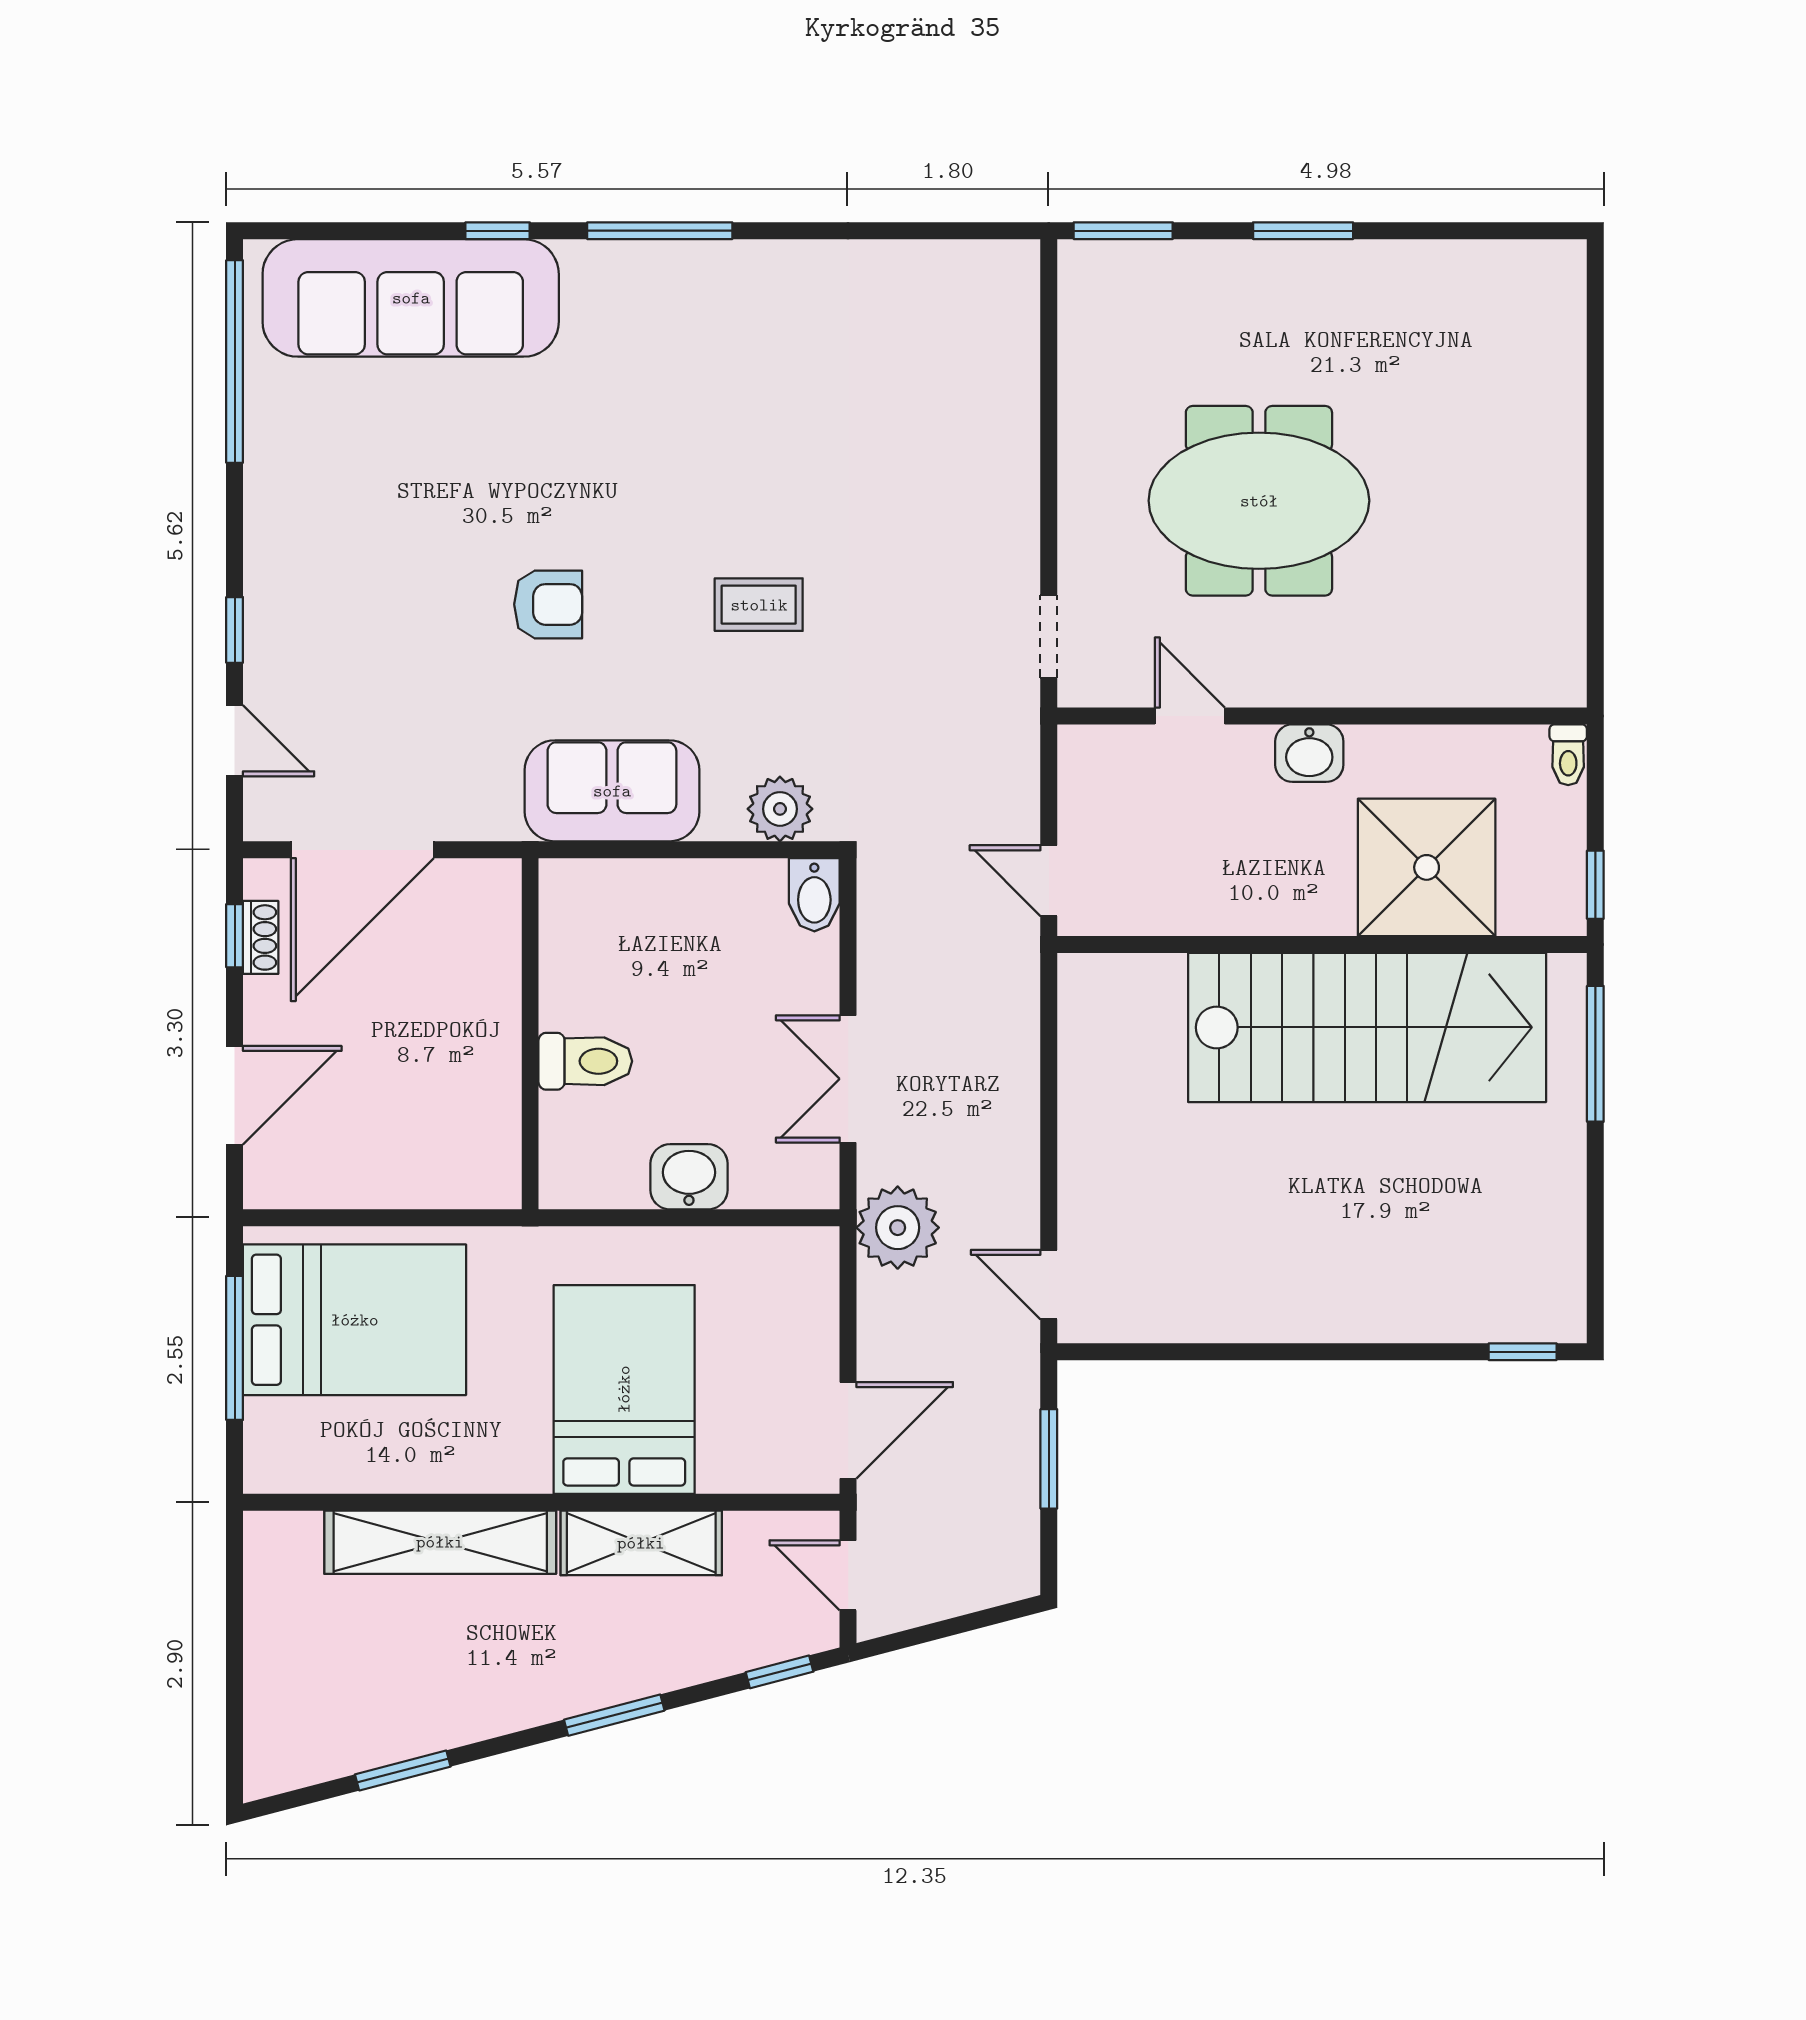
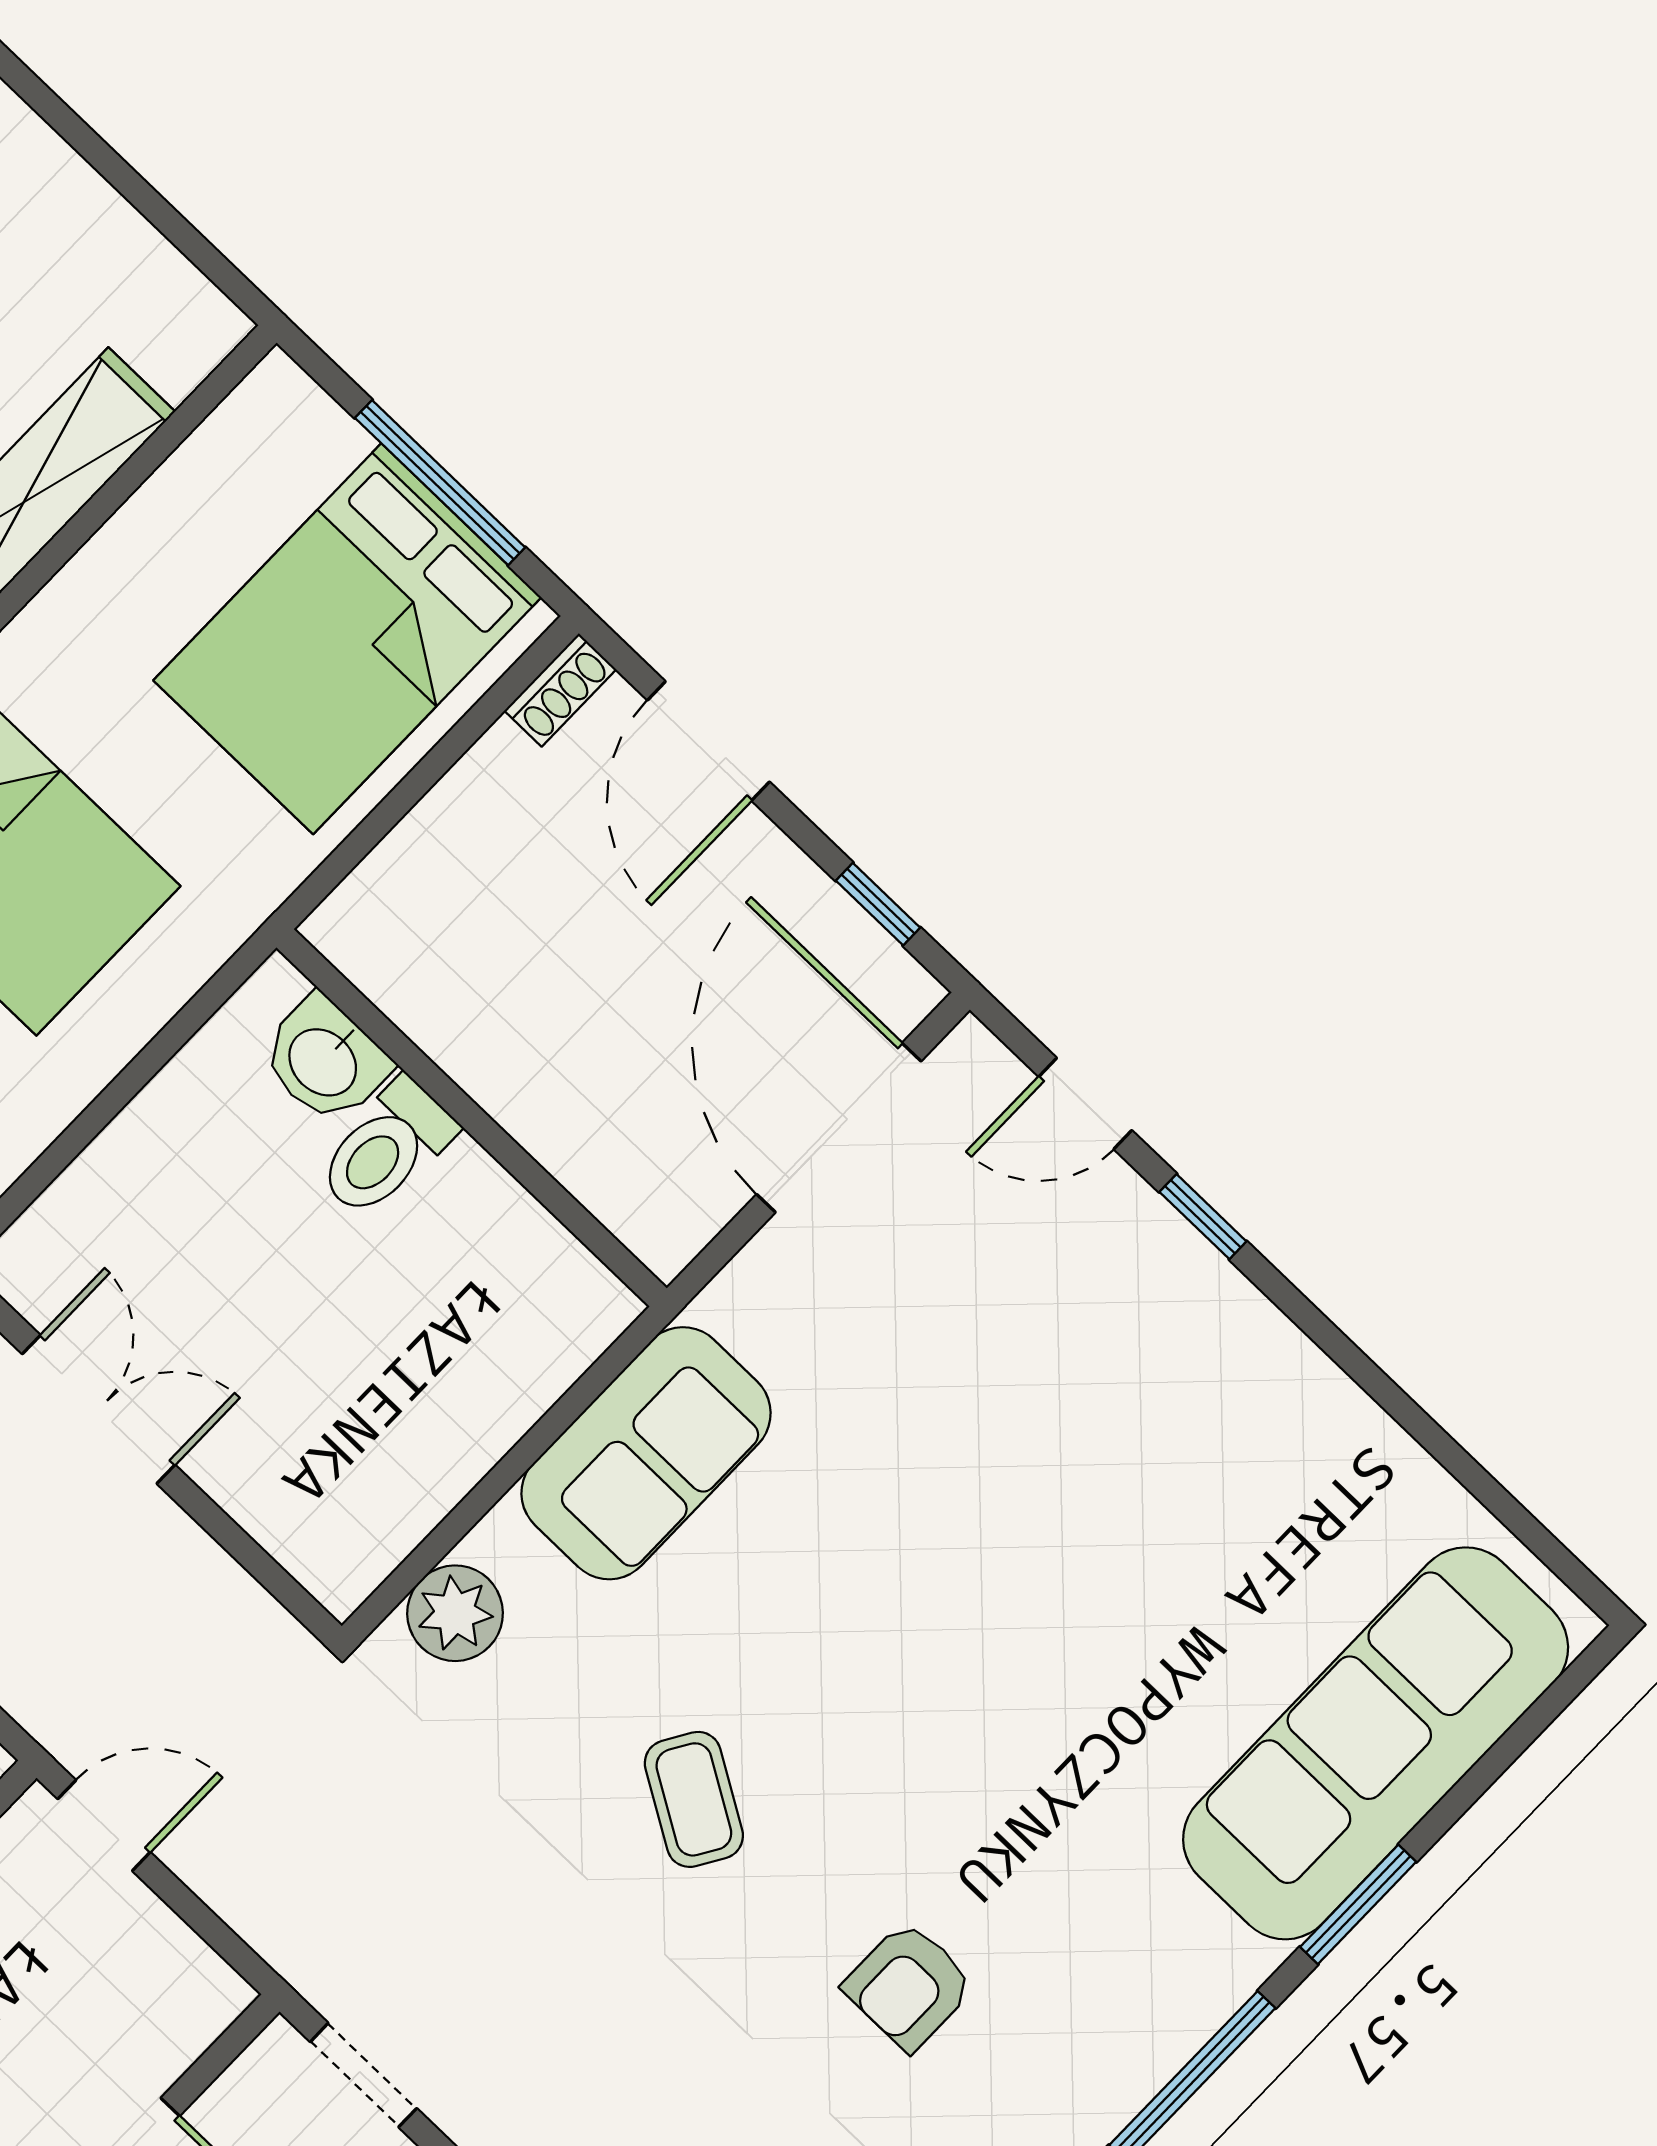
window: (498, 231) -> (1358, 1904), width x1.50
window: (235, 362) -> (1488, 1491), removed
armchair: (548, 604) -> (909, 1986), moved
coffee table: (759, 605) -> (694, 1799), turned -59
bidet: (814, 895) -> (329, 1562), removed
shoe rack: (261, 937) -> (560, 690), moved, turned -90
washbasin: (689, 1177) -> (325, 1060), moved, turned 90

